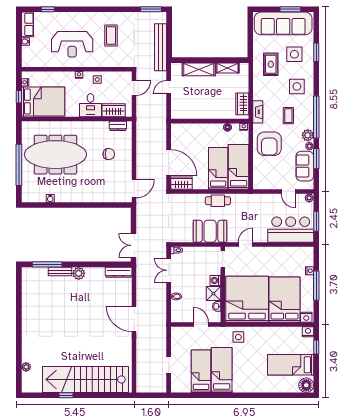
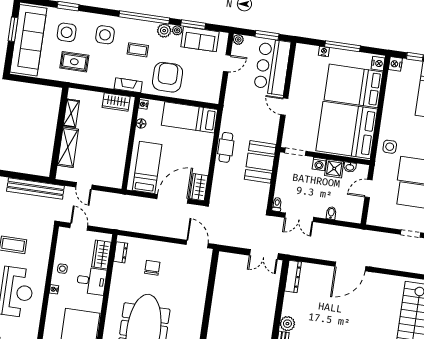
armchair: (269, 144) -> (168, 77), turned -90
bed: (218, 168) -> (147, 167), moved, turned 90
door: (245, 244) -> (284, 107), moved

